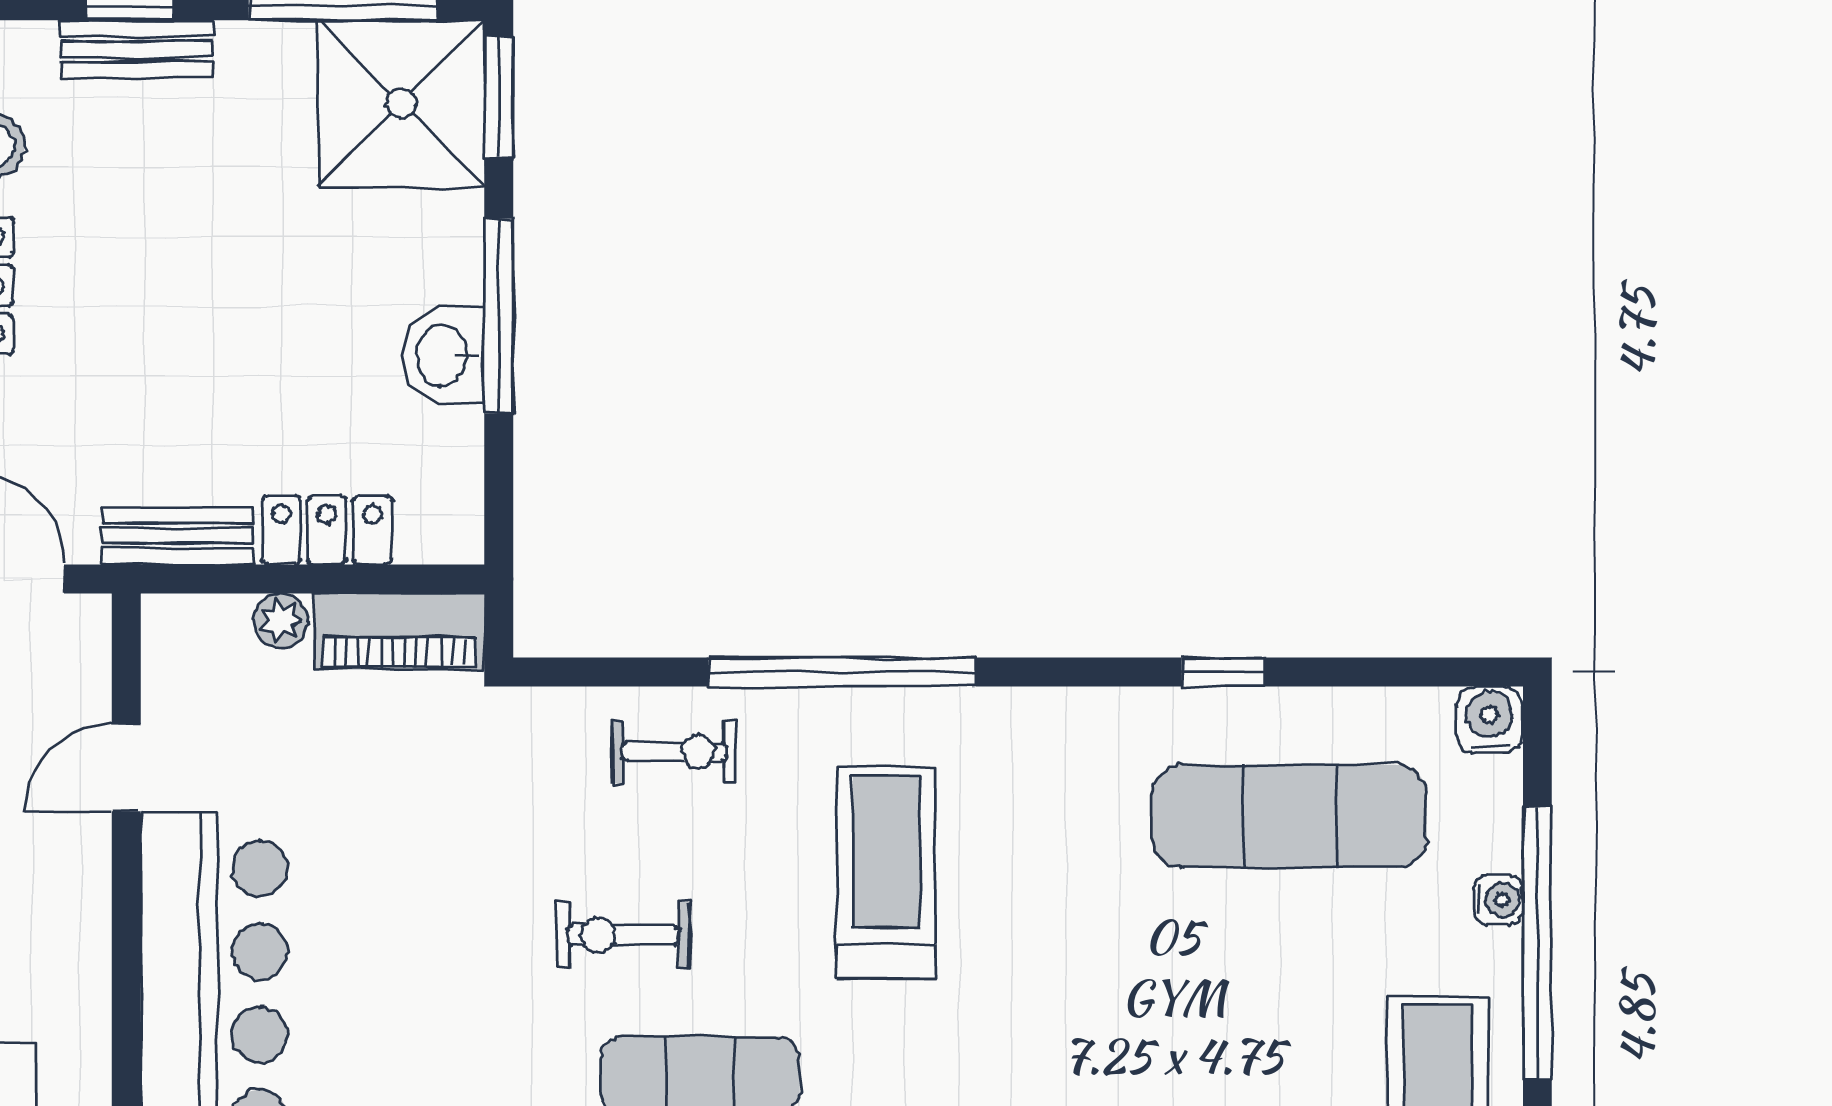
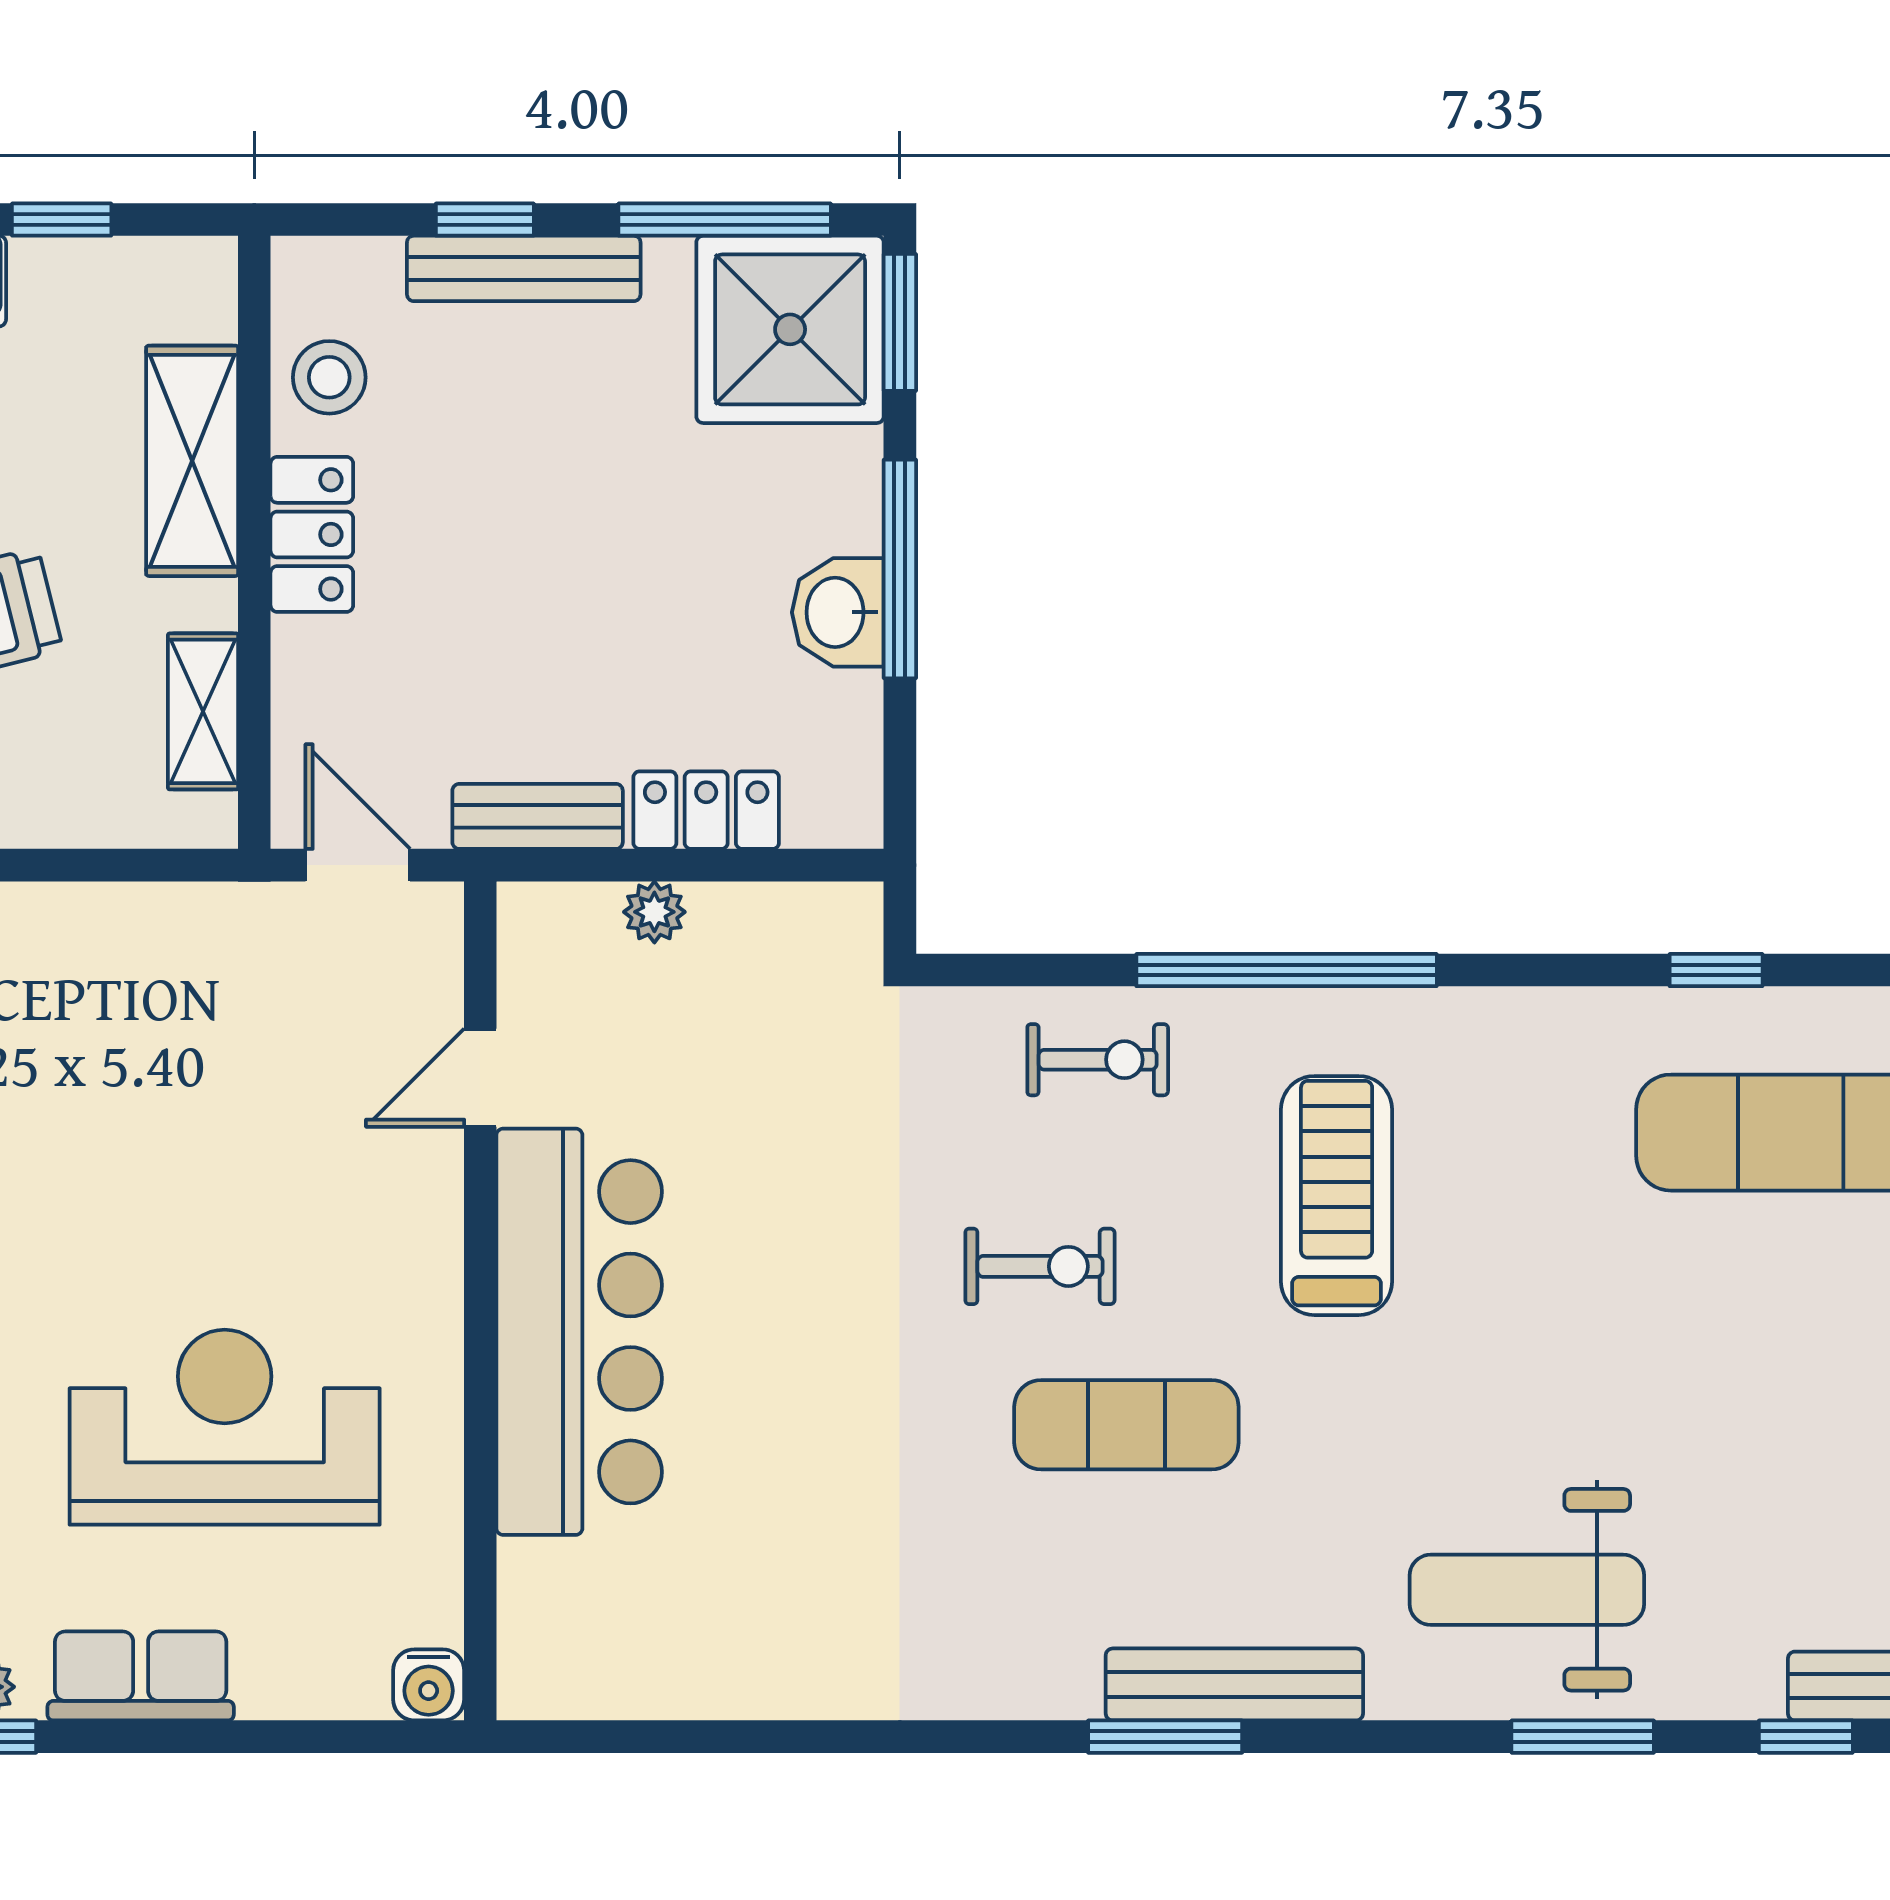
bench: (137, 49) -> (524, 268), width x1.36
piano: (399, 631) -> (788, 924), removed
exercise bike: (623, 935) -> (1040, 1266), turned 180

